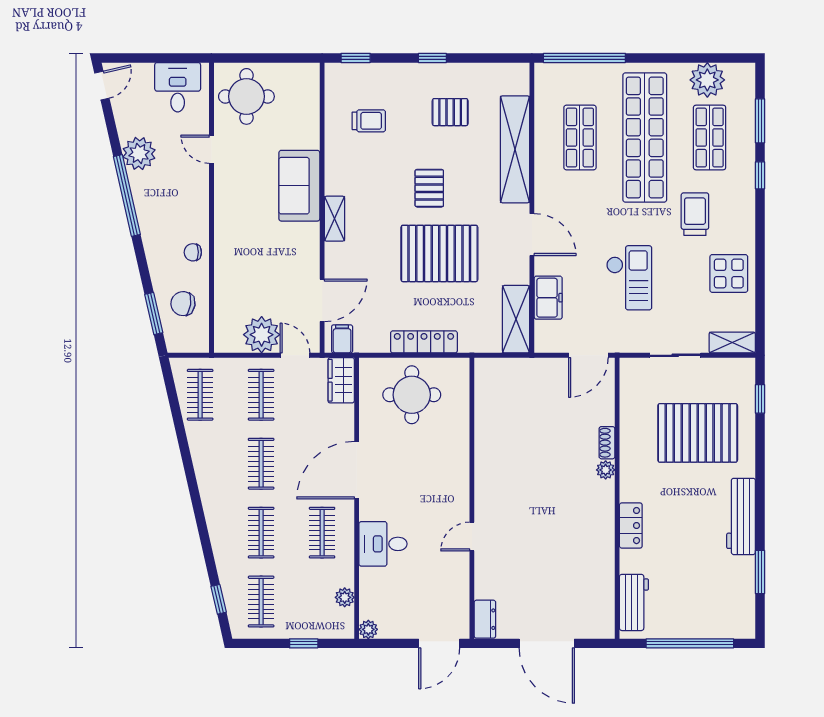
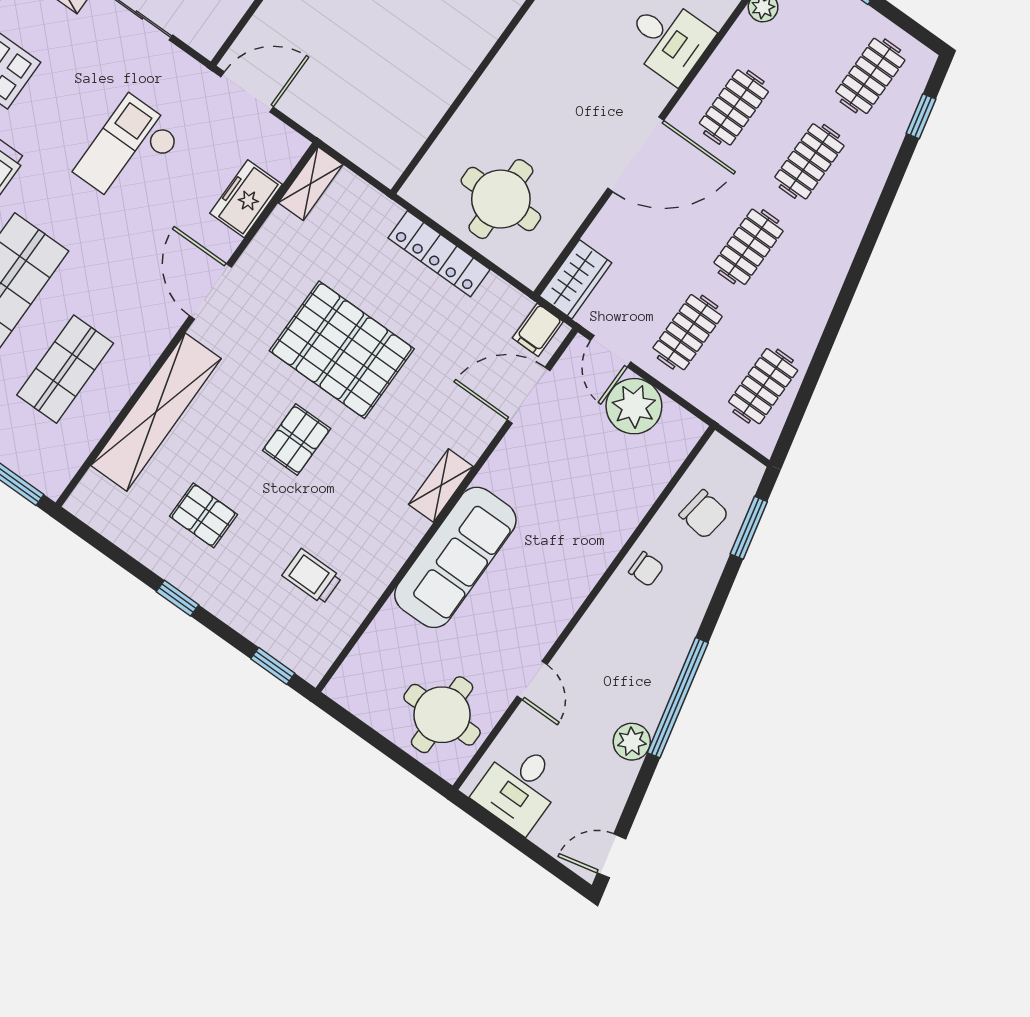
plant: (139, 153) -> (632, 742), width x0.73, depth x0.73
sofa: (299, 186) -> (455, 557), width x1.36
shelving: (516, 319) -> (311, 184), width x0.67, depth x0.75

